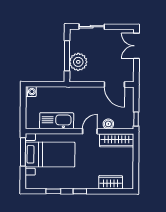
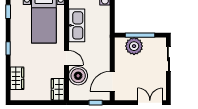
window: (136, 119) -> (96, 103), moved
boiler: (108, 124) -> (78, 76), width x1.86, depth x1.86
wardrobe: (117, 140) -> (58, 89), width x0.67
window: (53, 191) -> (8, 12), moved

